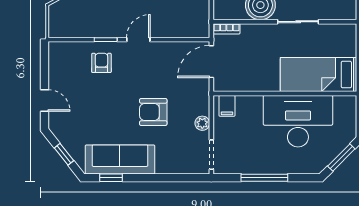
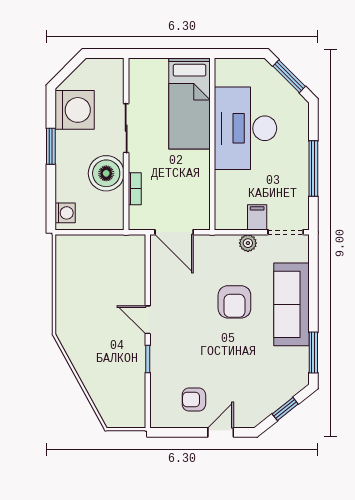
bookcase: (226, 29) -> (135, 189), moved
armchair: (101, 63) -> (194, 399), moved
filing cabinet: (227, 106) -> (257, 217), moved, turned -90
sofa: (120, 159) -> (291, 304), moved
window: (111, 178) -> (313, 353), width x1.50

